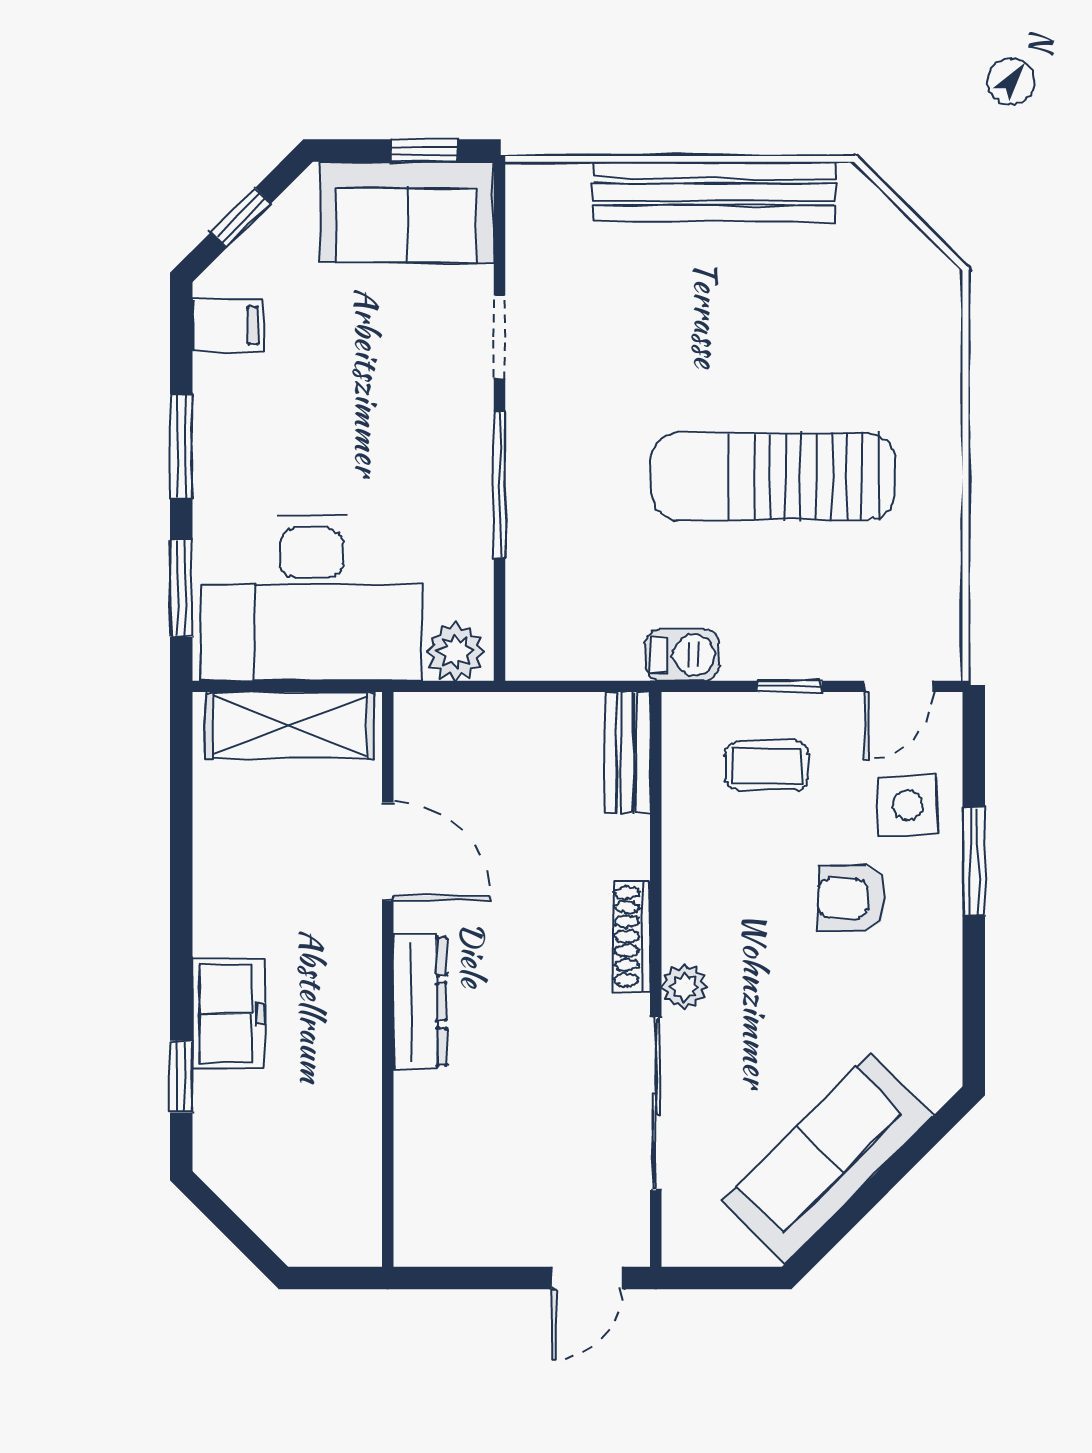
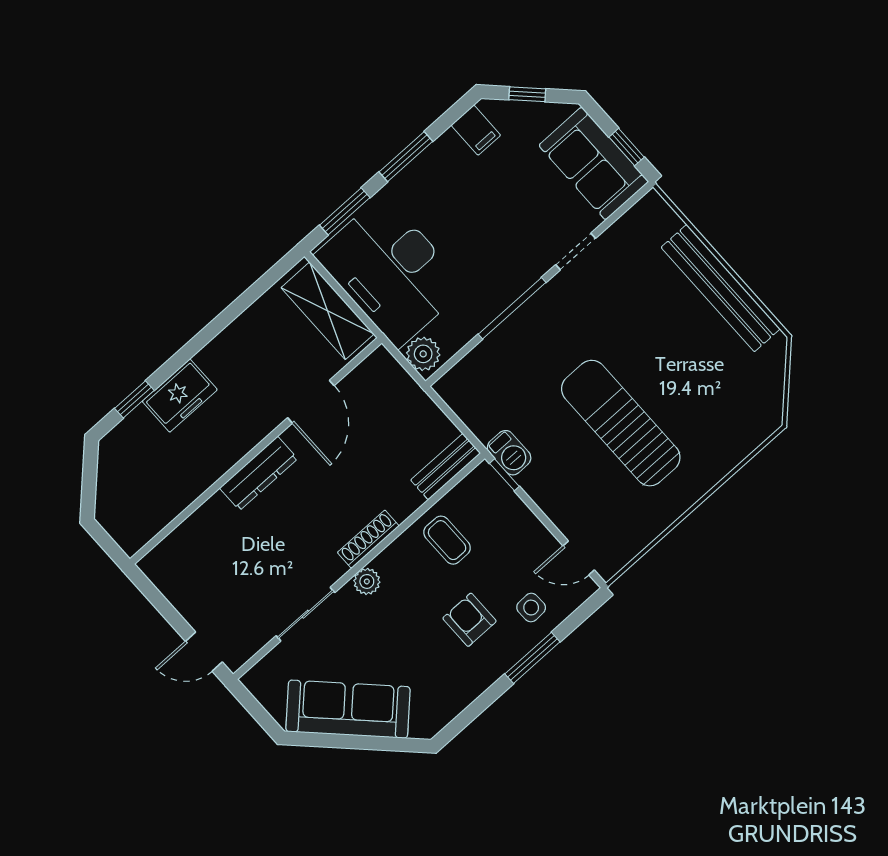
window: (789, 686) -> (504, 475), moved
coffee table: (767, 766) -> (447, 540), moved
side table: (907, 805) -> (531, 608), width x0.73, depth x0.73
sliding door: (656, 1104) -> (305, 614), width x0.73

